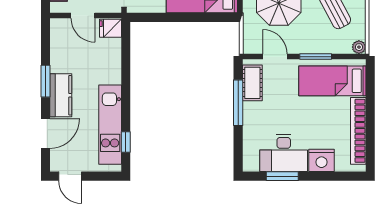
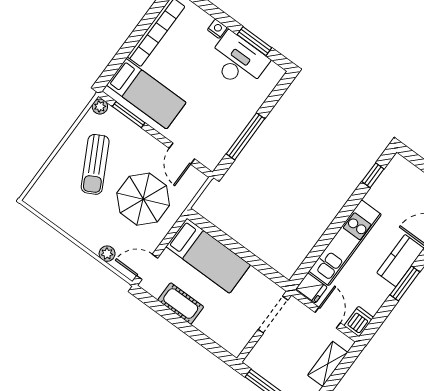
dishwasher: (58, 29) -> (359, 322), added
window: (316, 57) -> (129, 115), moved
cot: (252, 83) -> (220, 145), removed
kitchen unit: (110, 125) -> (345, 243), moved
nightstand: (321, 160) -> (217, 29), width x0.53, depth x0.56

